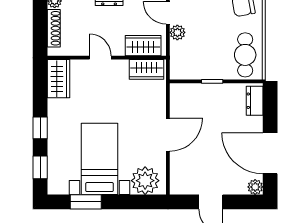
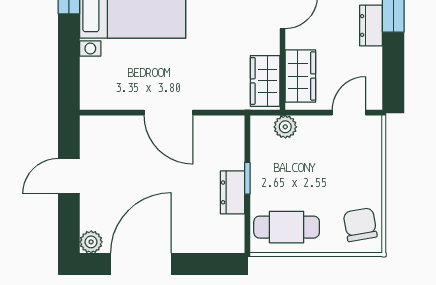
plant: (177, 32) -> (285, 127), moved
dresser: (255, 101) -> (233, 192), moved, turned -90
plant: (145, 181) -> (100, 79), removed

